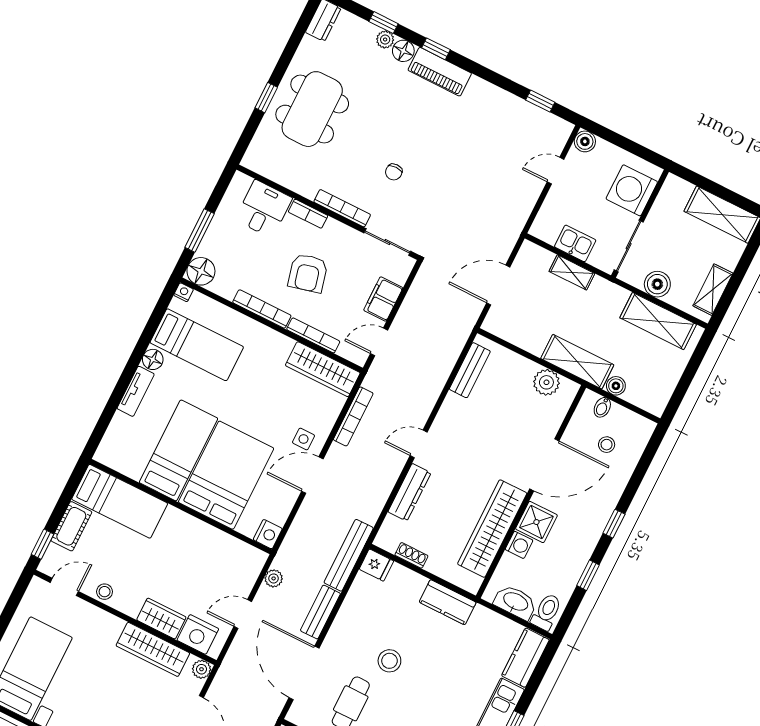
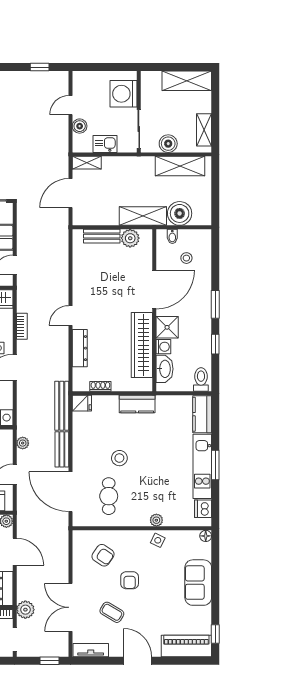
boiler: (585, 141) -> (80, 126), moved
shelving: (572, 272) -> (87, 163), moved
bench: (470, 370) -> (102, 236), moved, turned 90
boiler: (616, 386) -> (180, 213), width x1.86, depth x1.86
bookcase: (353, 416) -> (22, 326), width x0.64
window: (614, 524) -> (215, 304), width x1.50
washbasin: (515, 602) -> (165, 369), moved, turned 90

